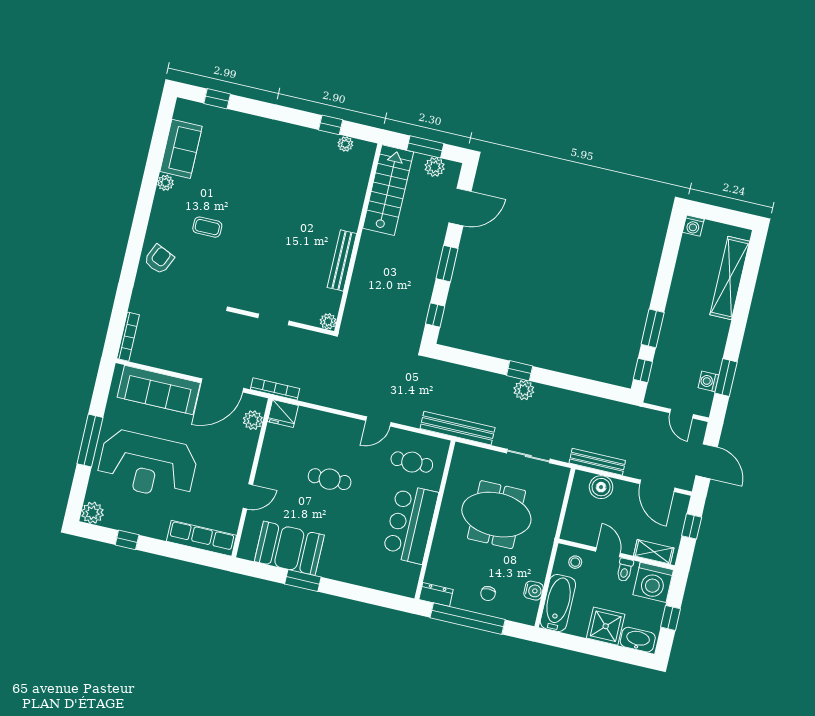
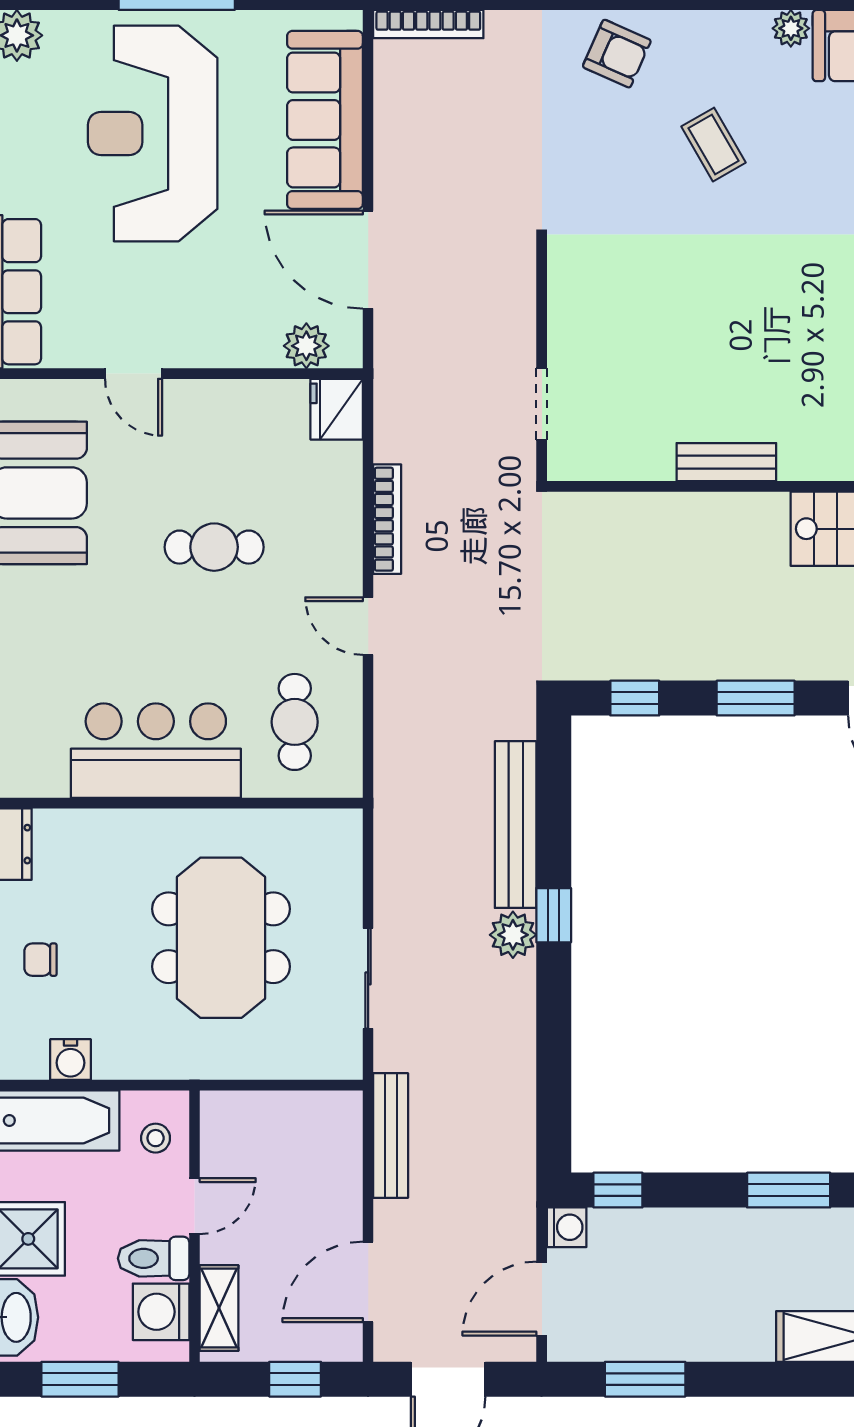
coffee table: (207, 227) -> (714, 145), turned -30
bench: (342, 261) -> (726, 462), width x0.73
doorway: (273, 319) -> (542, 404), moved
plant: (328, 321) -> (565, 463), removed
window: (653, 328) -> (789, 1190), moved
washing machine: (708, 381) -> (567, 1227), moved, turned 90
bookcase: (275, 389) -> (387, 519), moved
door: (681, 414) -> (542, 1299), width x1.38
bench: (458, 428) -> (516, 825), moved
cafe table: (330, 479) -> (214, 547), turned 90
boiler: (601, 487) -> (336, 1157), removed
toilet: (625, 570) -> (154, 1258), width x1.37, depth x1.39
washing machine: (653, 582) -> (161, 1312), width x0.73, depth x0.73
window: (670, 618) -> (80, 1379), width x1.50

